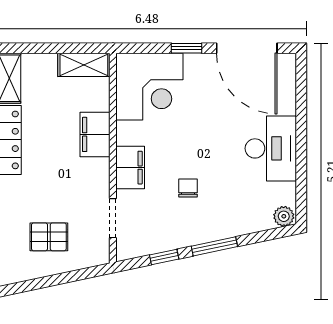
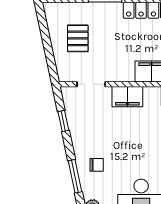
chair: (188, 188) -> (97, 165), moved
window: (214, 246) -> (75, 176), moved

